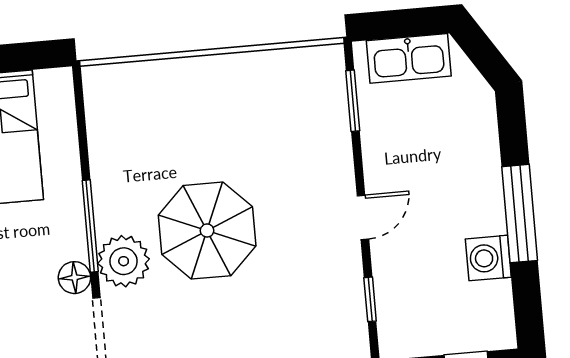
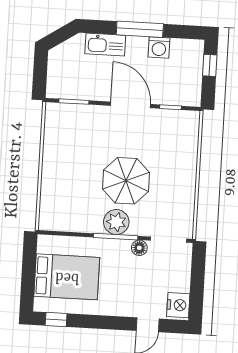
kitchen sink: (409, 58) -> (105, 45), moved, turned 90
door: (363, 217) -> (131, 105), width x1.87
plant: (124, 261) -> (116, 222), moved

